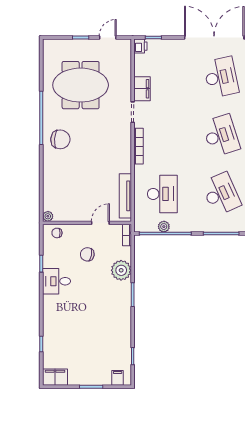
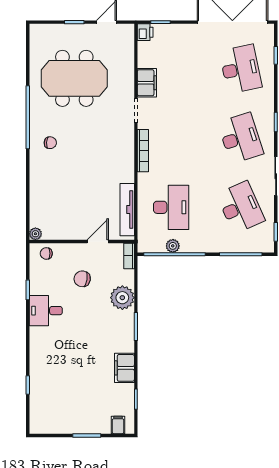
chair: (60, 139) -> (50, 143), width x0.54, depth x0.54
filing cabinet: (55, 377) -> (124, 368), moved, turned -90

